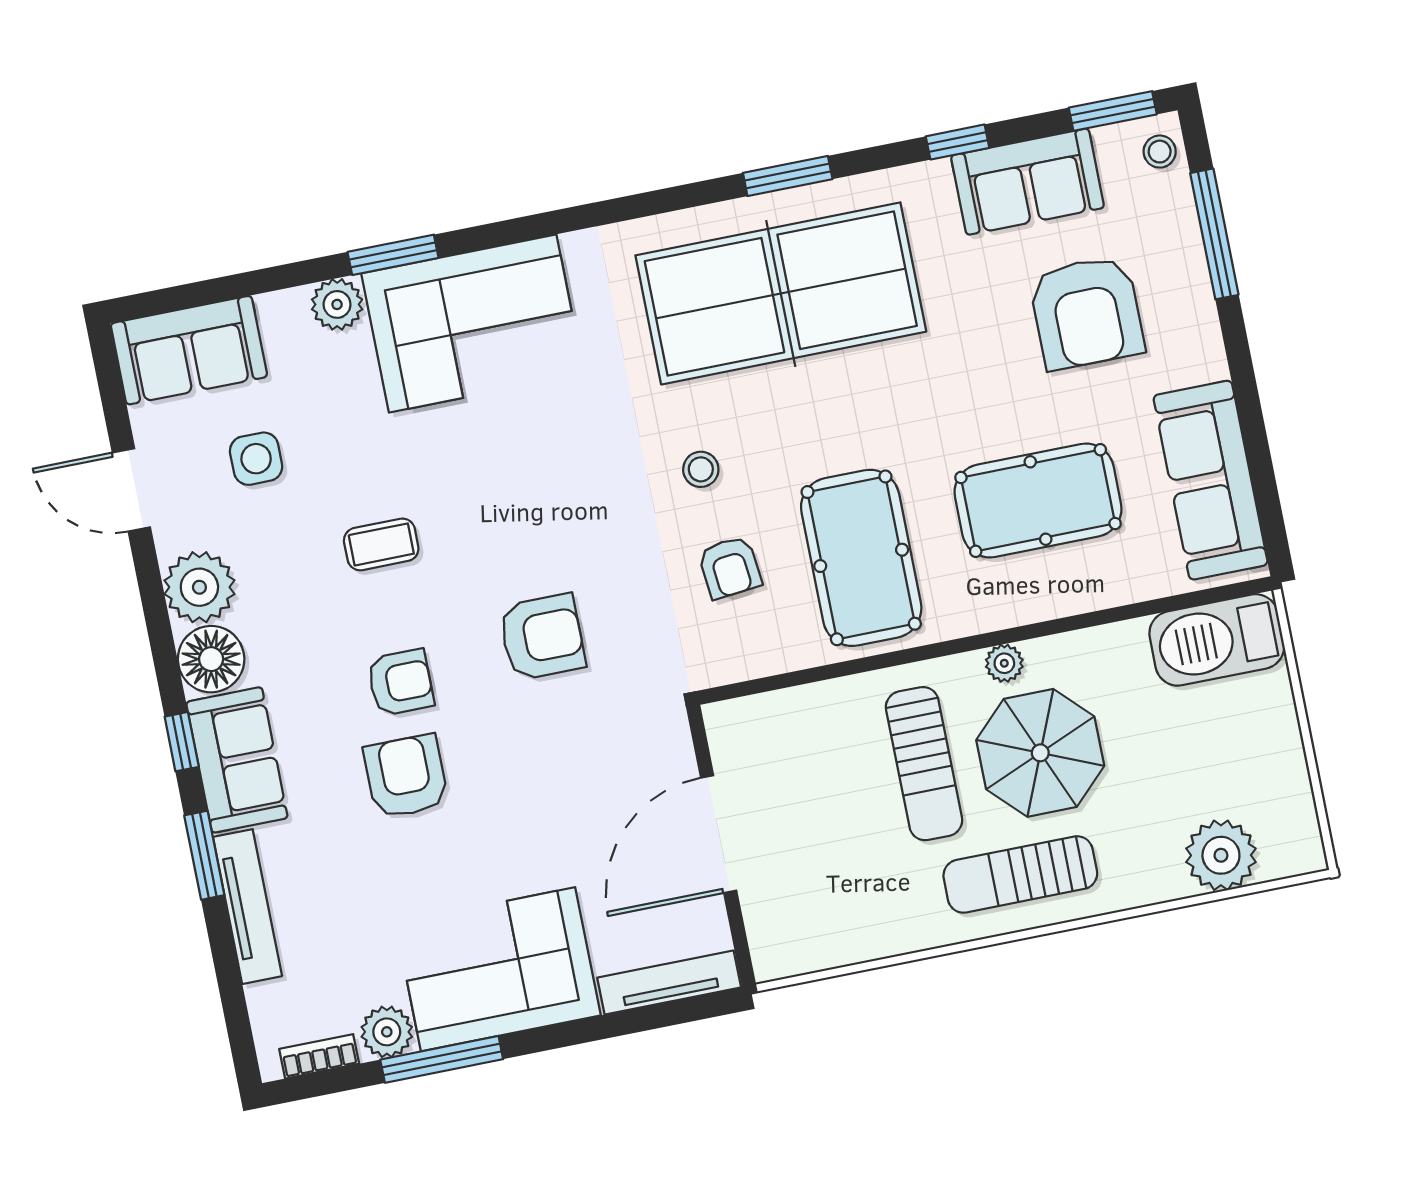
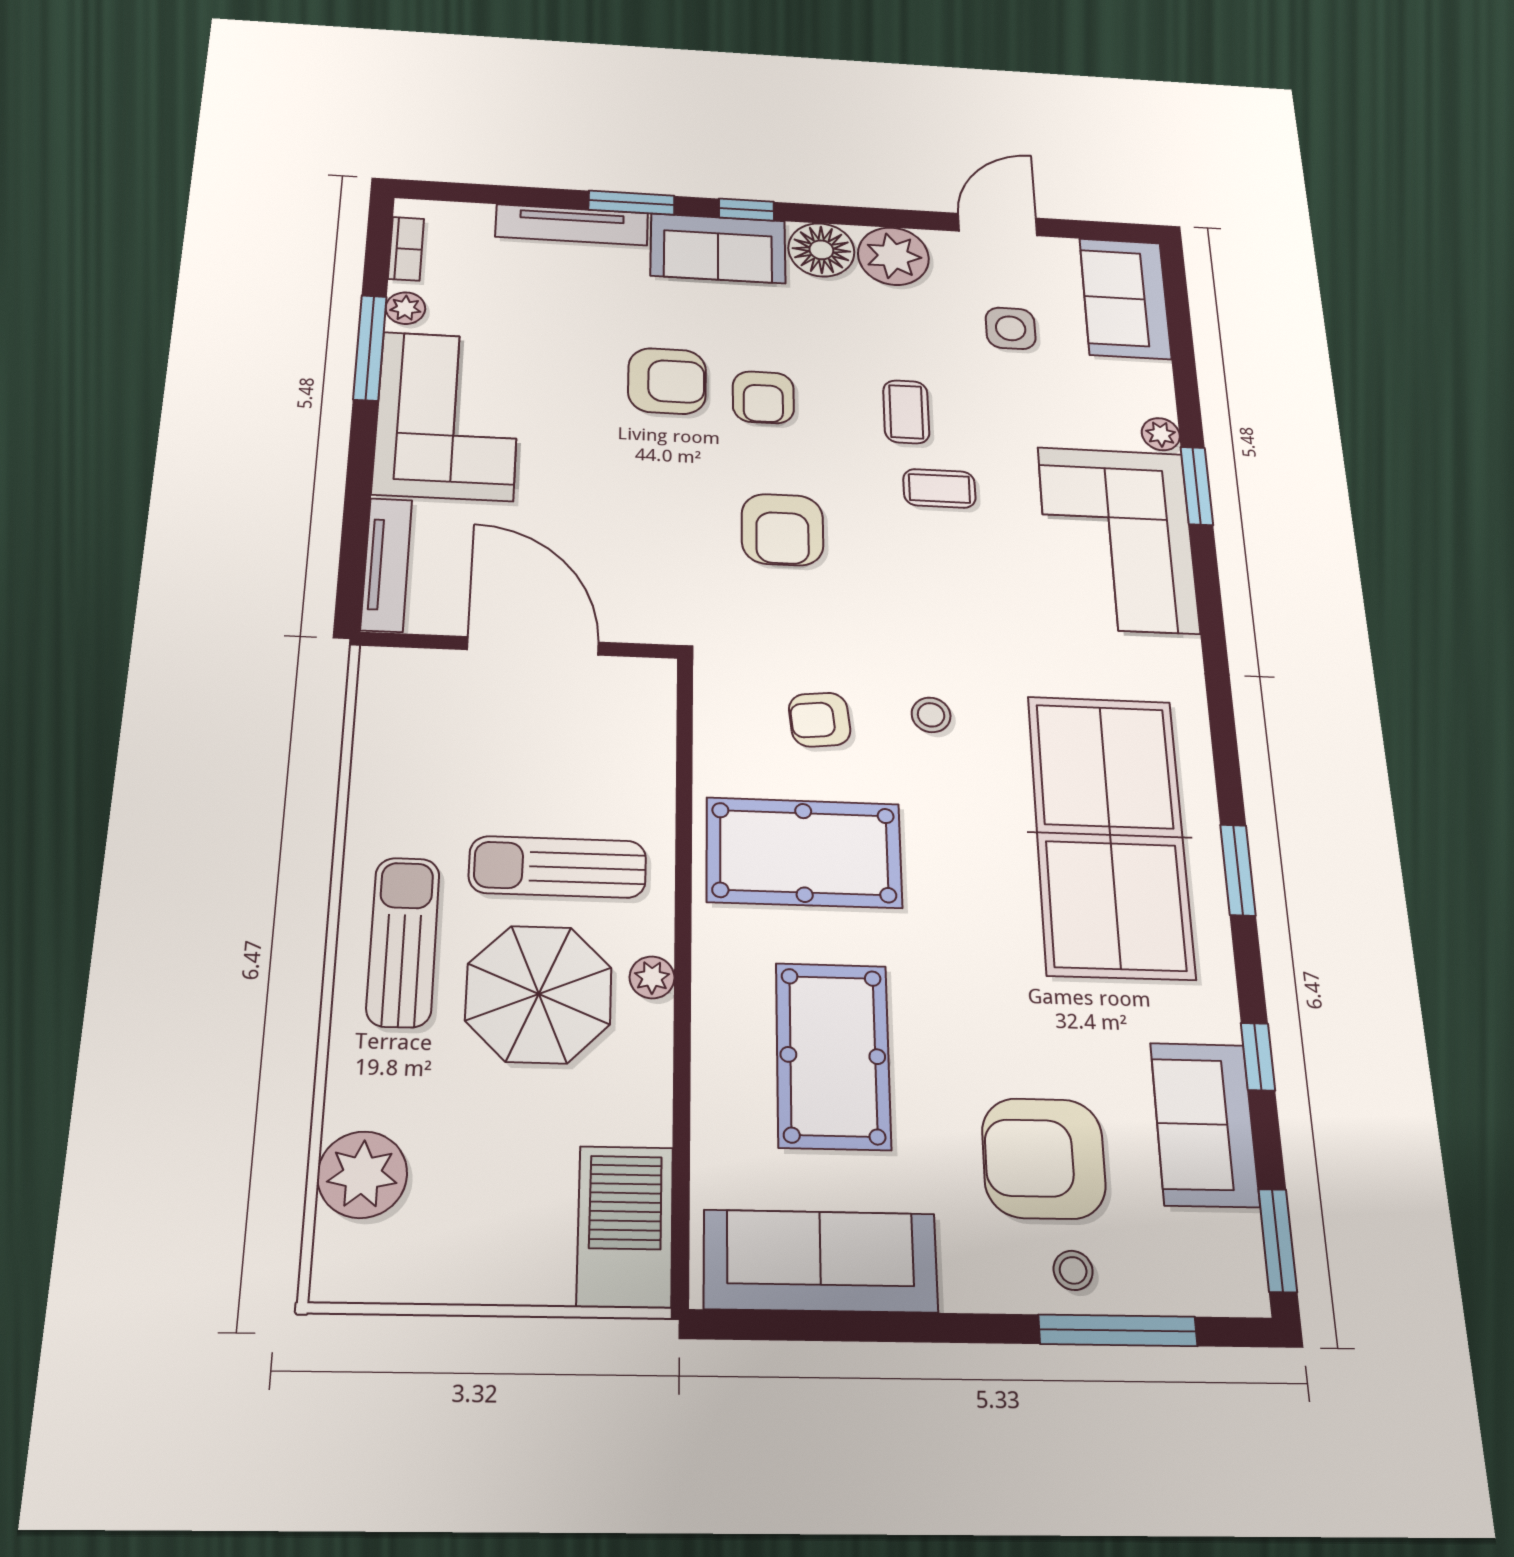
stool: (1160, 152) -> (1073, 1270), moved
plant: (337, 304) -> (1161, 434), width x0.73, depth x0.73
coffee table: (460, 499) -> (939, 488), added
plant: (387, 1032) -> (405, 308), width x0.73, depth x0.73

